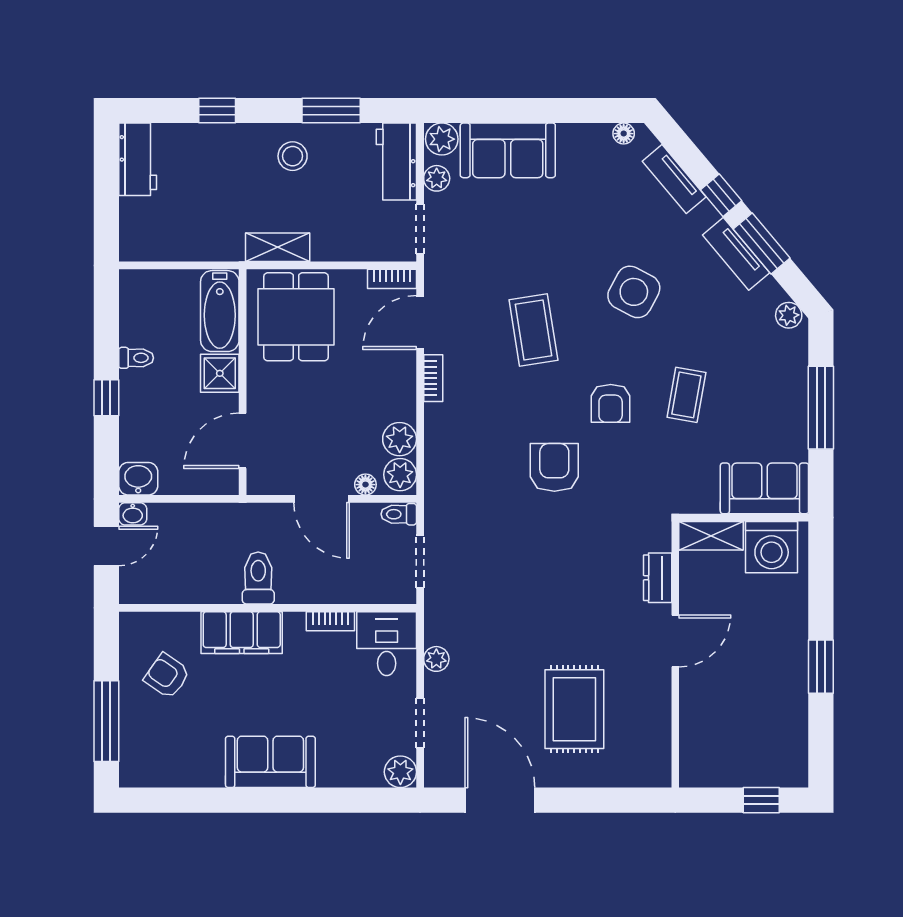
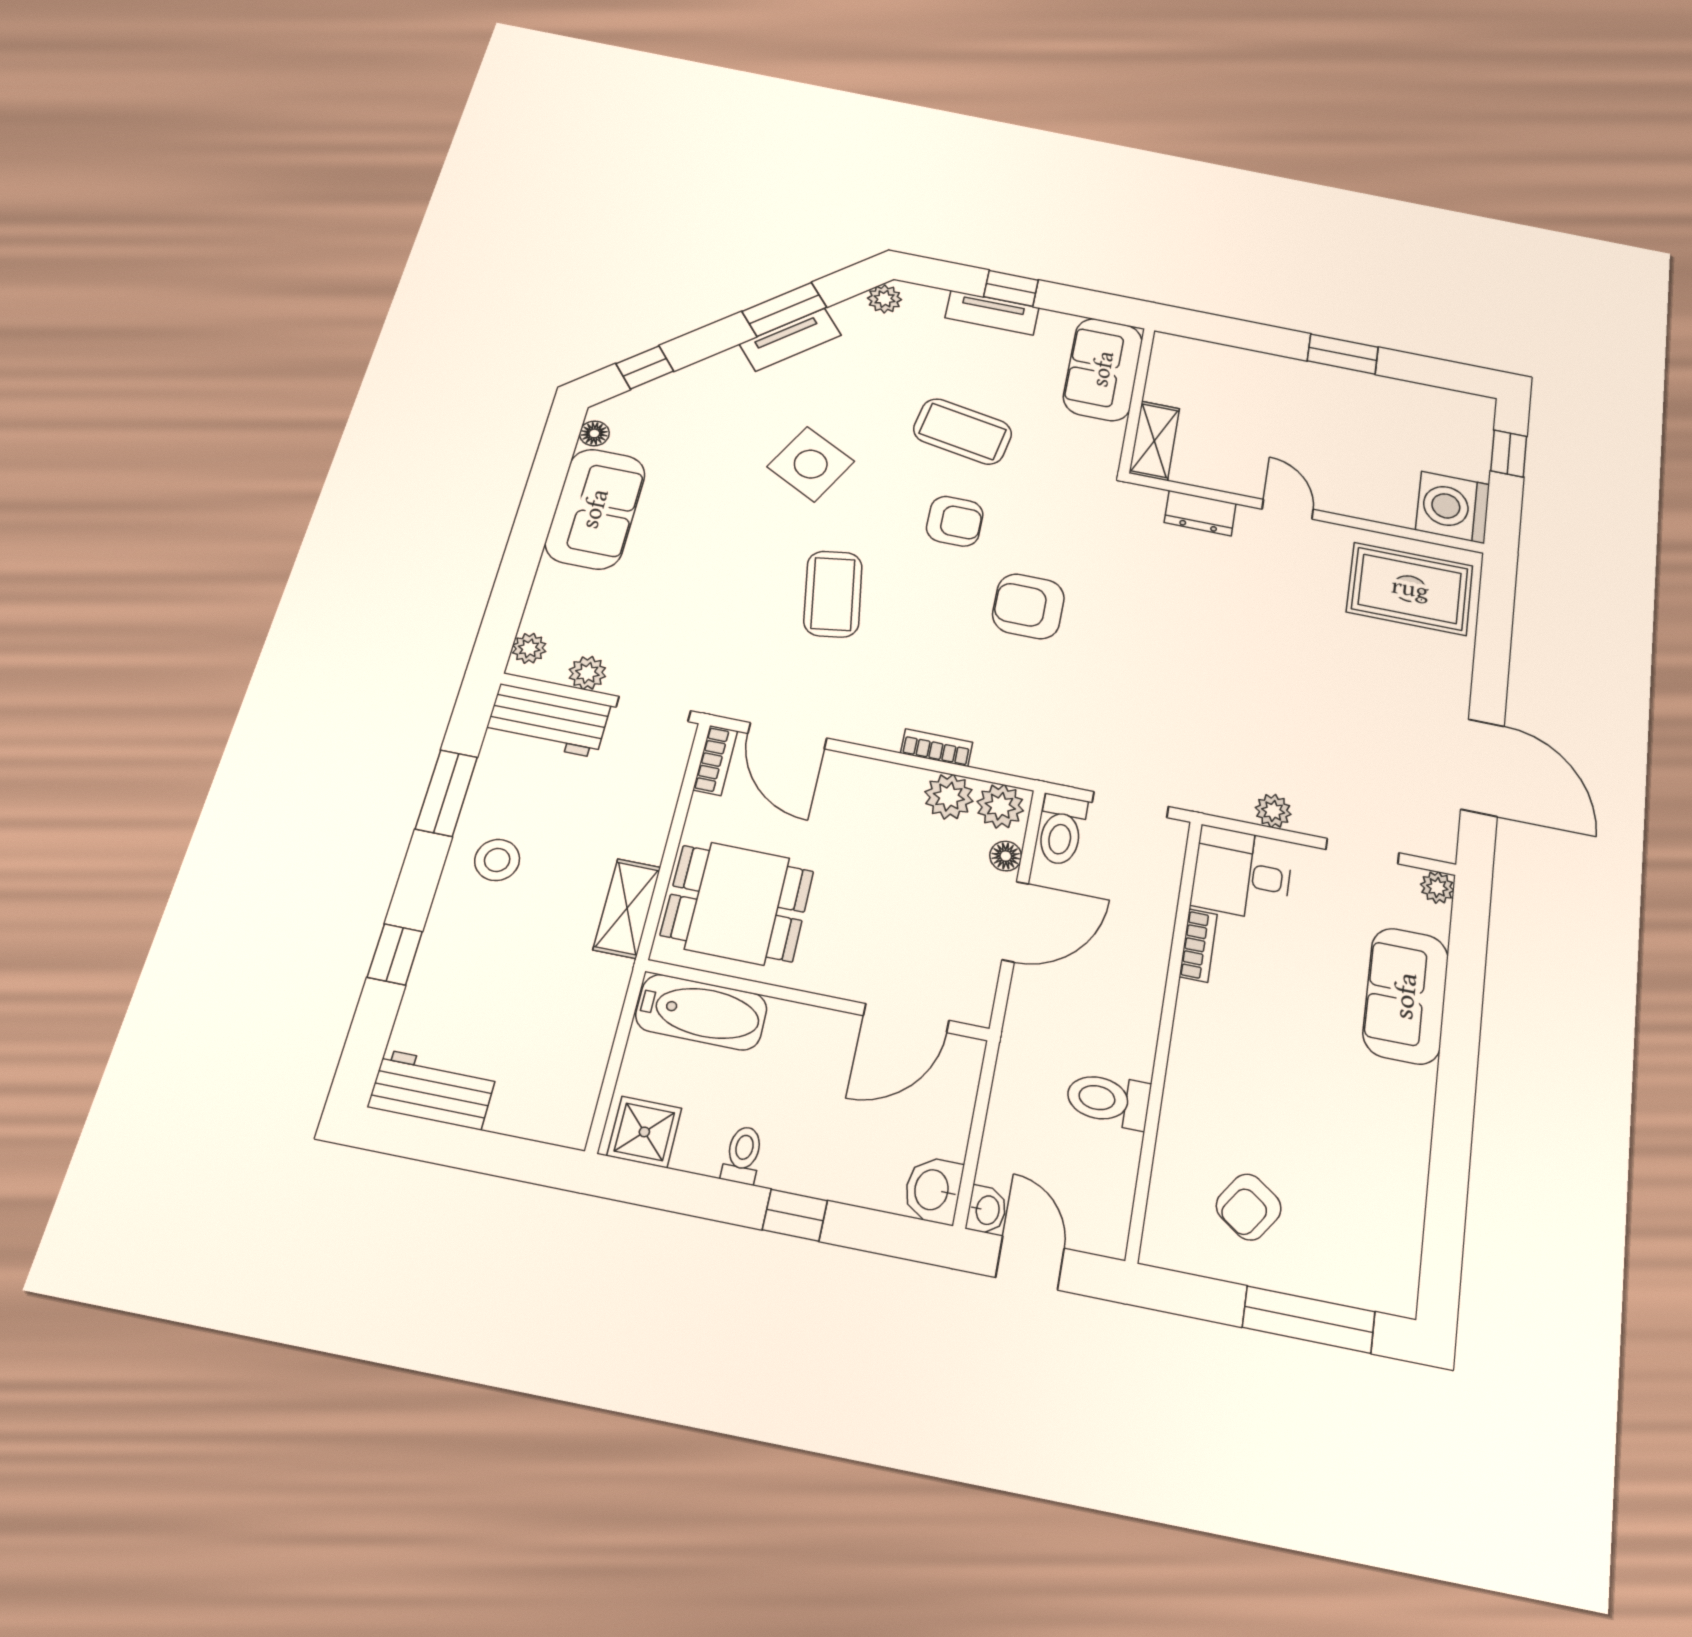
plant: (442, 139) -> (529, 648), width x0.73, depth x0.73
sofa: (508, 150) -> (595, 509), moved
tv unit: (674, 179) -> (992, 313), moved, turned 40
window: (721, 195) -> (645, 367), moved
coffee table: (533, 330) -> (833, 594), turned 90
shower: (220, 373) -> (644, 1132), moved
bookcase: (433, 378) -> (937, 748), moved
coffee table: (686, 395) -> (963, 431), width x1.36, depth x1.30
window: (821, 408) -> (1011, 288), width x0.46
door: (243, 441) -> (906, 1018), hinge flipped
toilet: (399, 514) -> (1061, 830), width x1.37, depth x1.39
washing machine: (772, 547) -> (1453, 507), moved, turned 180
toilet: (258, 578) -> (1108, 1100), moved
filing cabinet: (242, 633) -> (1197, 1078), removed
door: (675, 641) -> (1288, 509), width x0.73
rug: (574, 709) -> (1410, 589), moved
sofa: (270, 762) -> (1406, 996), moved
plant: (400, 772) -> (1437, 887), width x0.73, depth x0.73
door: (500, 800) -> (1483, 767), swing flipped

